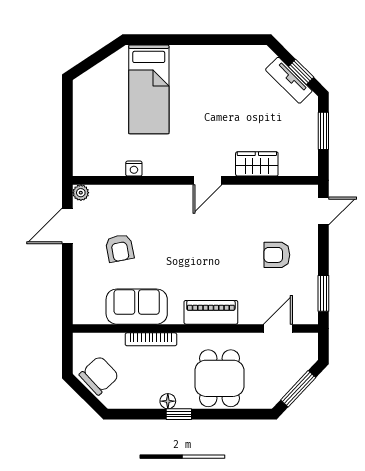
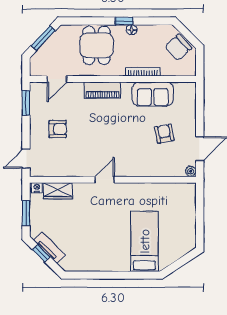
wardrobe: (257, 164) -> (58, 191), moved
nightstand: (134, 169) -> (37, 188), moved

